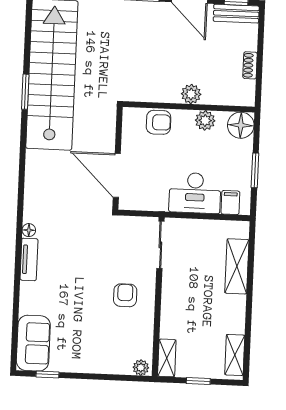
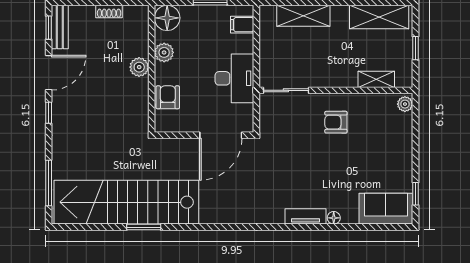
desk: (195, 193) -> (234, 78), moved
floor lamp: (29, 230) -> (334, 218), moved
shelving: (235, 355) -> (379, 17), width x1.50, depth x1.33
shelving: (167, 358) -> (376, 79), moved

